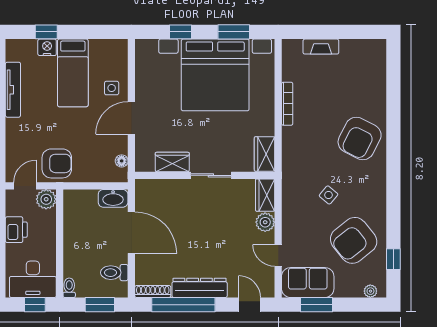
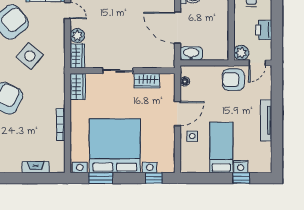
window: (180, 32) -> (154, 178), moved
tv unit: (13, 90) -> (266, 120), moved
side table: (329, 195) -> (30, 56), width x1.87, depth x1.87

